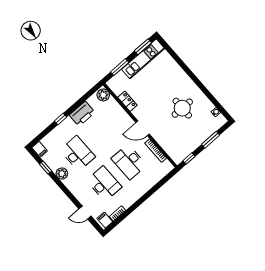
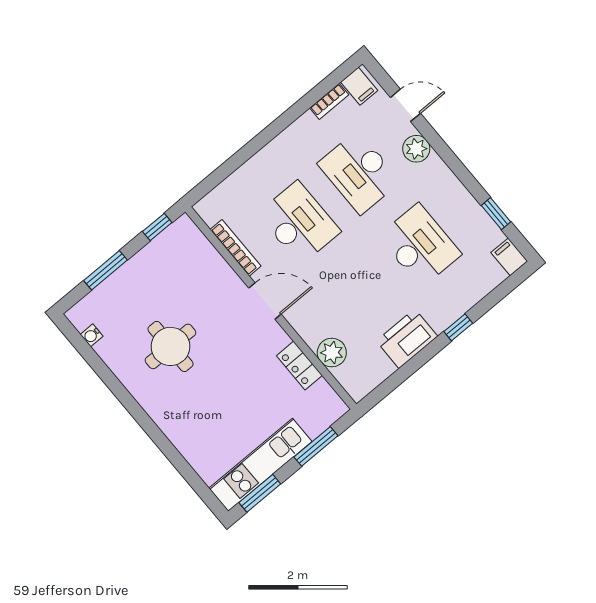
plant: (103, 95) -> (332, 353), moved
desk: (78, 153) -> (420, 245), turned 180
plant: (62, 174) -> (416, 149), moved

